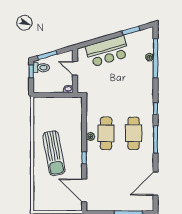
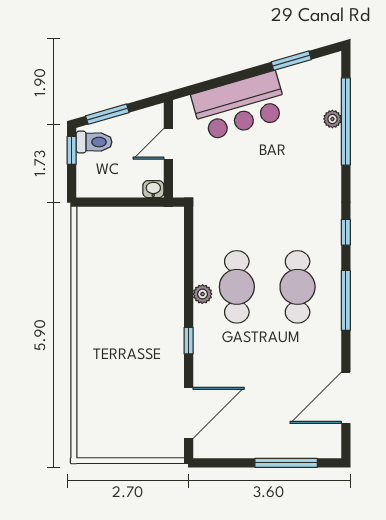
door: (75, 68) -> (168, 144), hinge flipped
sun lounger: (54, 153) -> (122, 331), removed
door: (84, 190) -> (189, 413), swing flipped

